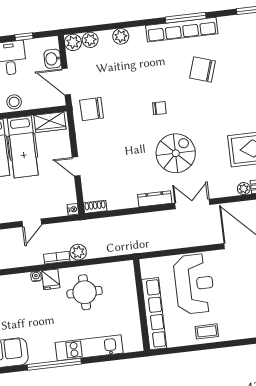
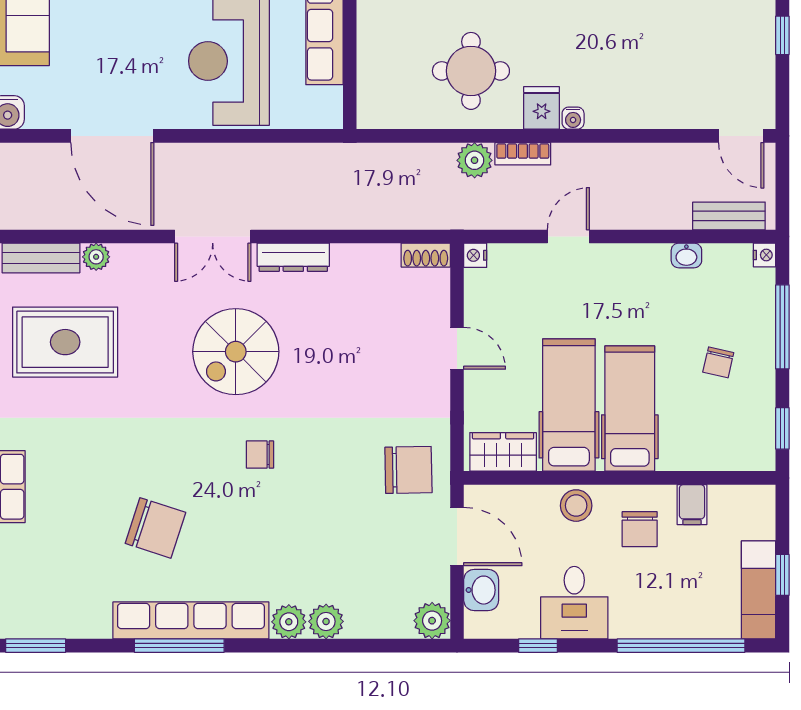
plant: (90, 40) -> (289, 622), moved

